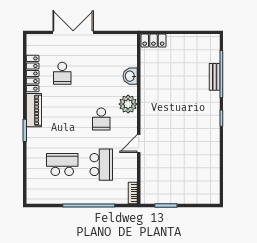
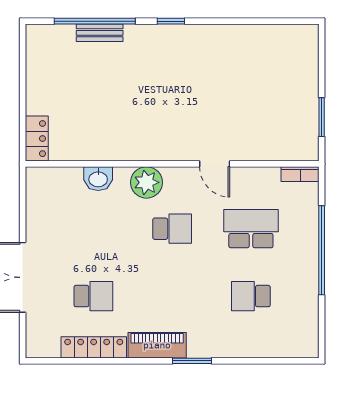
school desk: (62, 165) -> (251, 296), width x0.54

